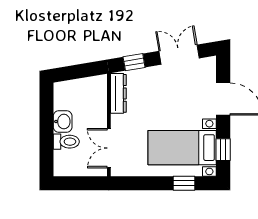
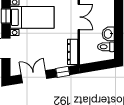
double door: (179, 55) -> (34, 77), swing flipped
toilet: (66, 142) -> (106, 47), moved

